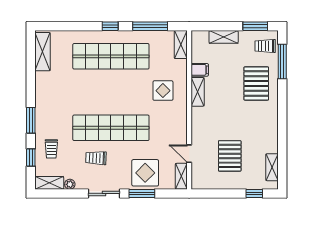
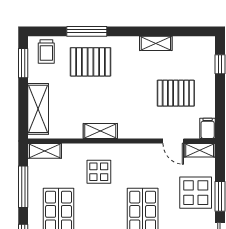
shelving: (224, 37) -> (38, 109), width x1.50, depth x1.33
window: (282, 62) -> (87, 31), moved
filing cabinet: (200, 70) -> (208, 128), moved
door: (189, 154) -> (173, 141), hinge flipped
shelving: (272, 167) -> (156, 43), moved

